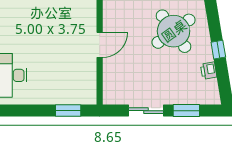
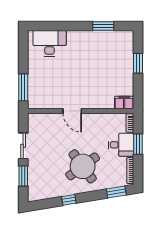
printer: (209, 71) -> (53, 193), removed
window: (68, 111) -> (23, 87), width x1.44

